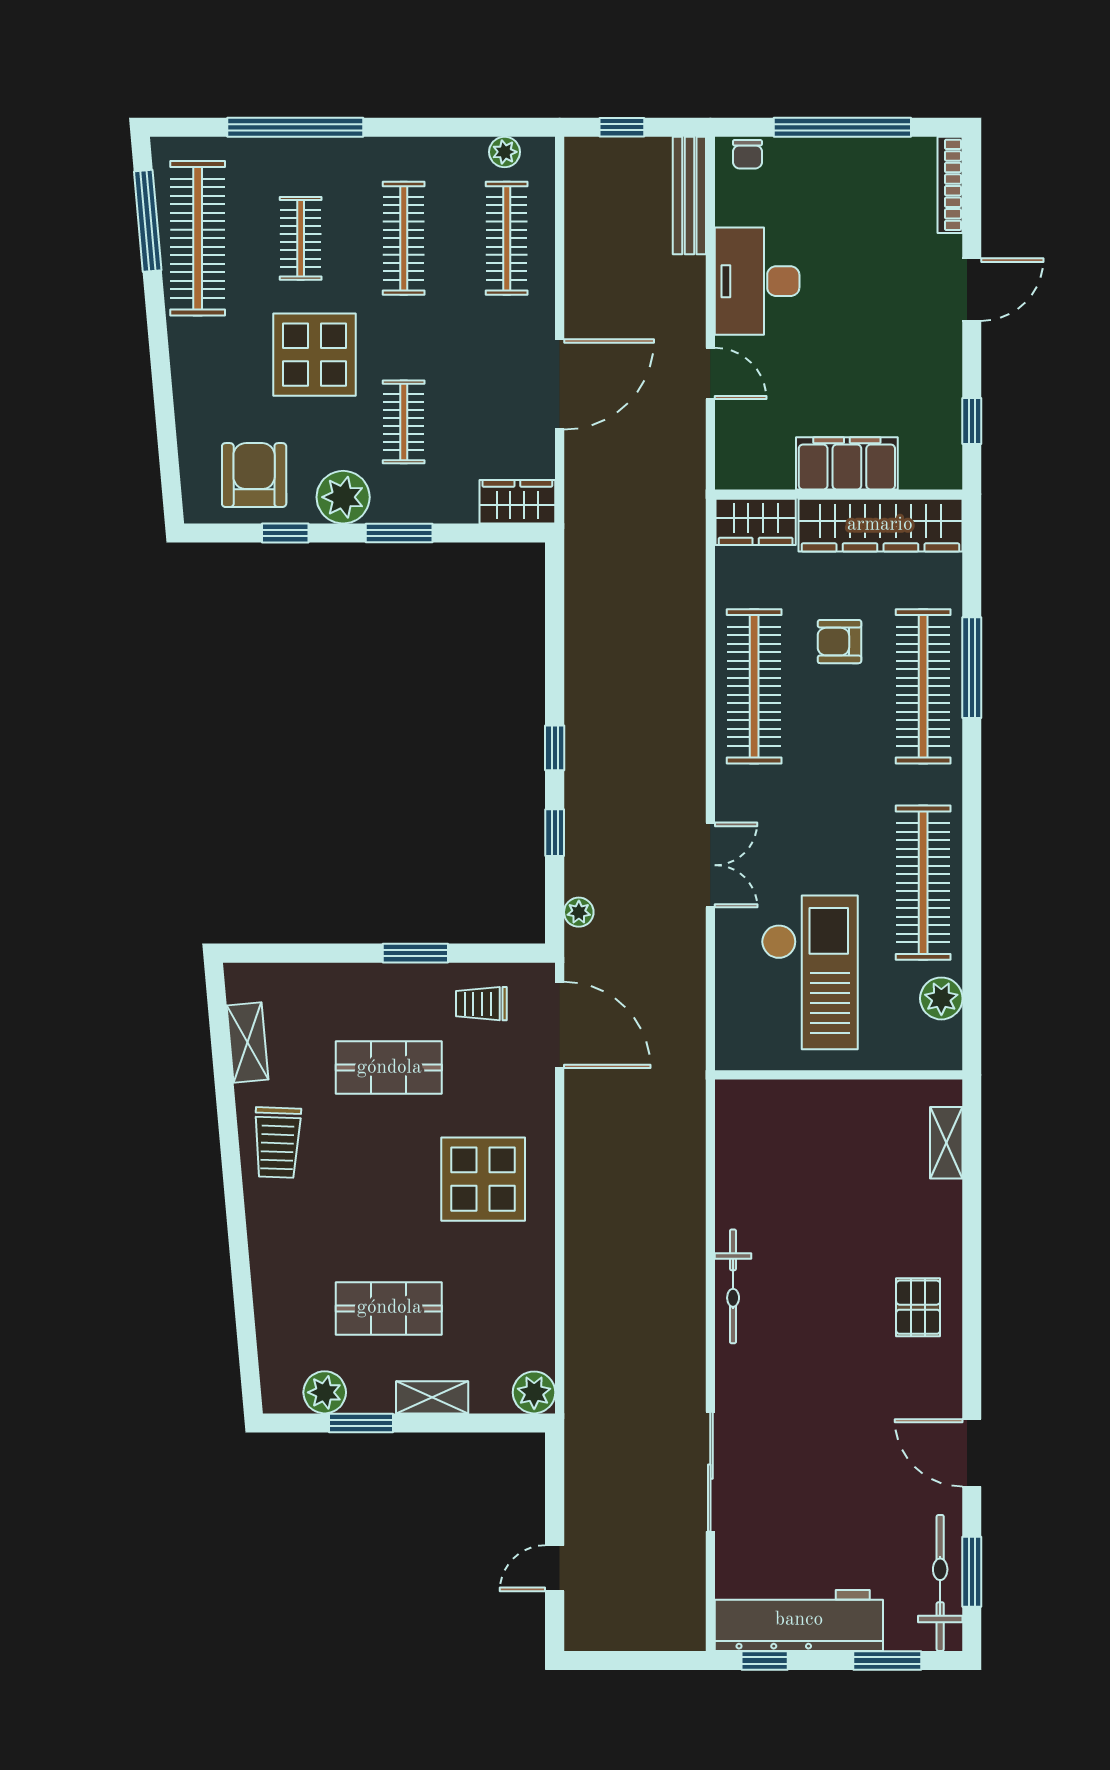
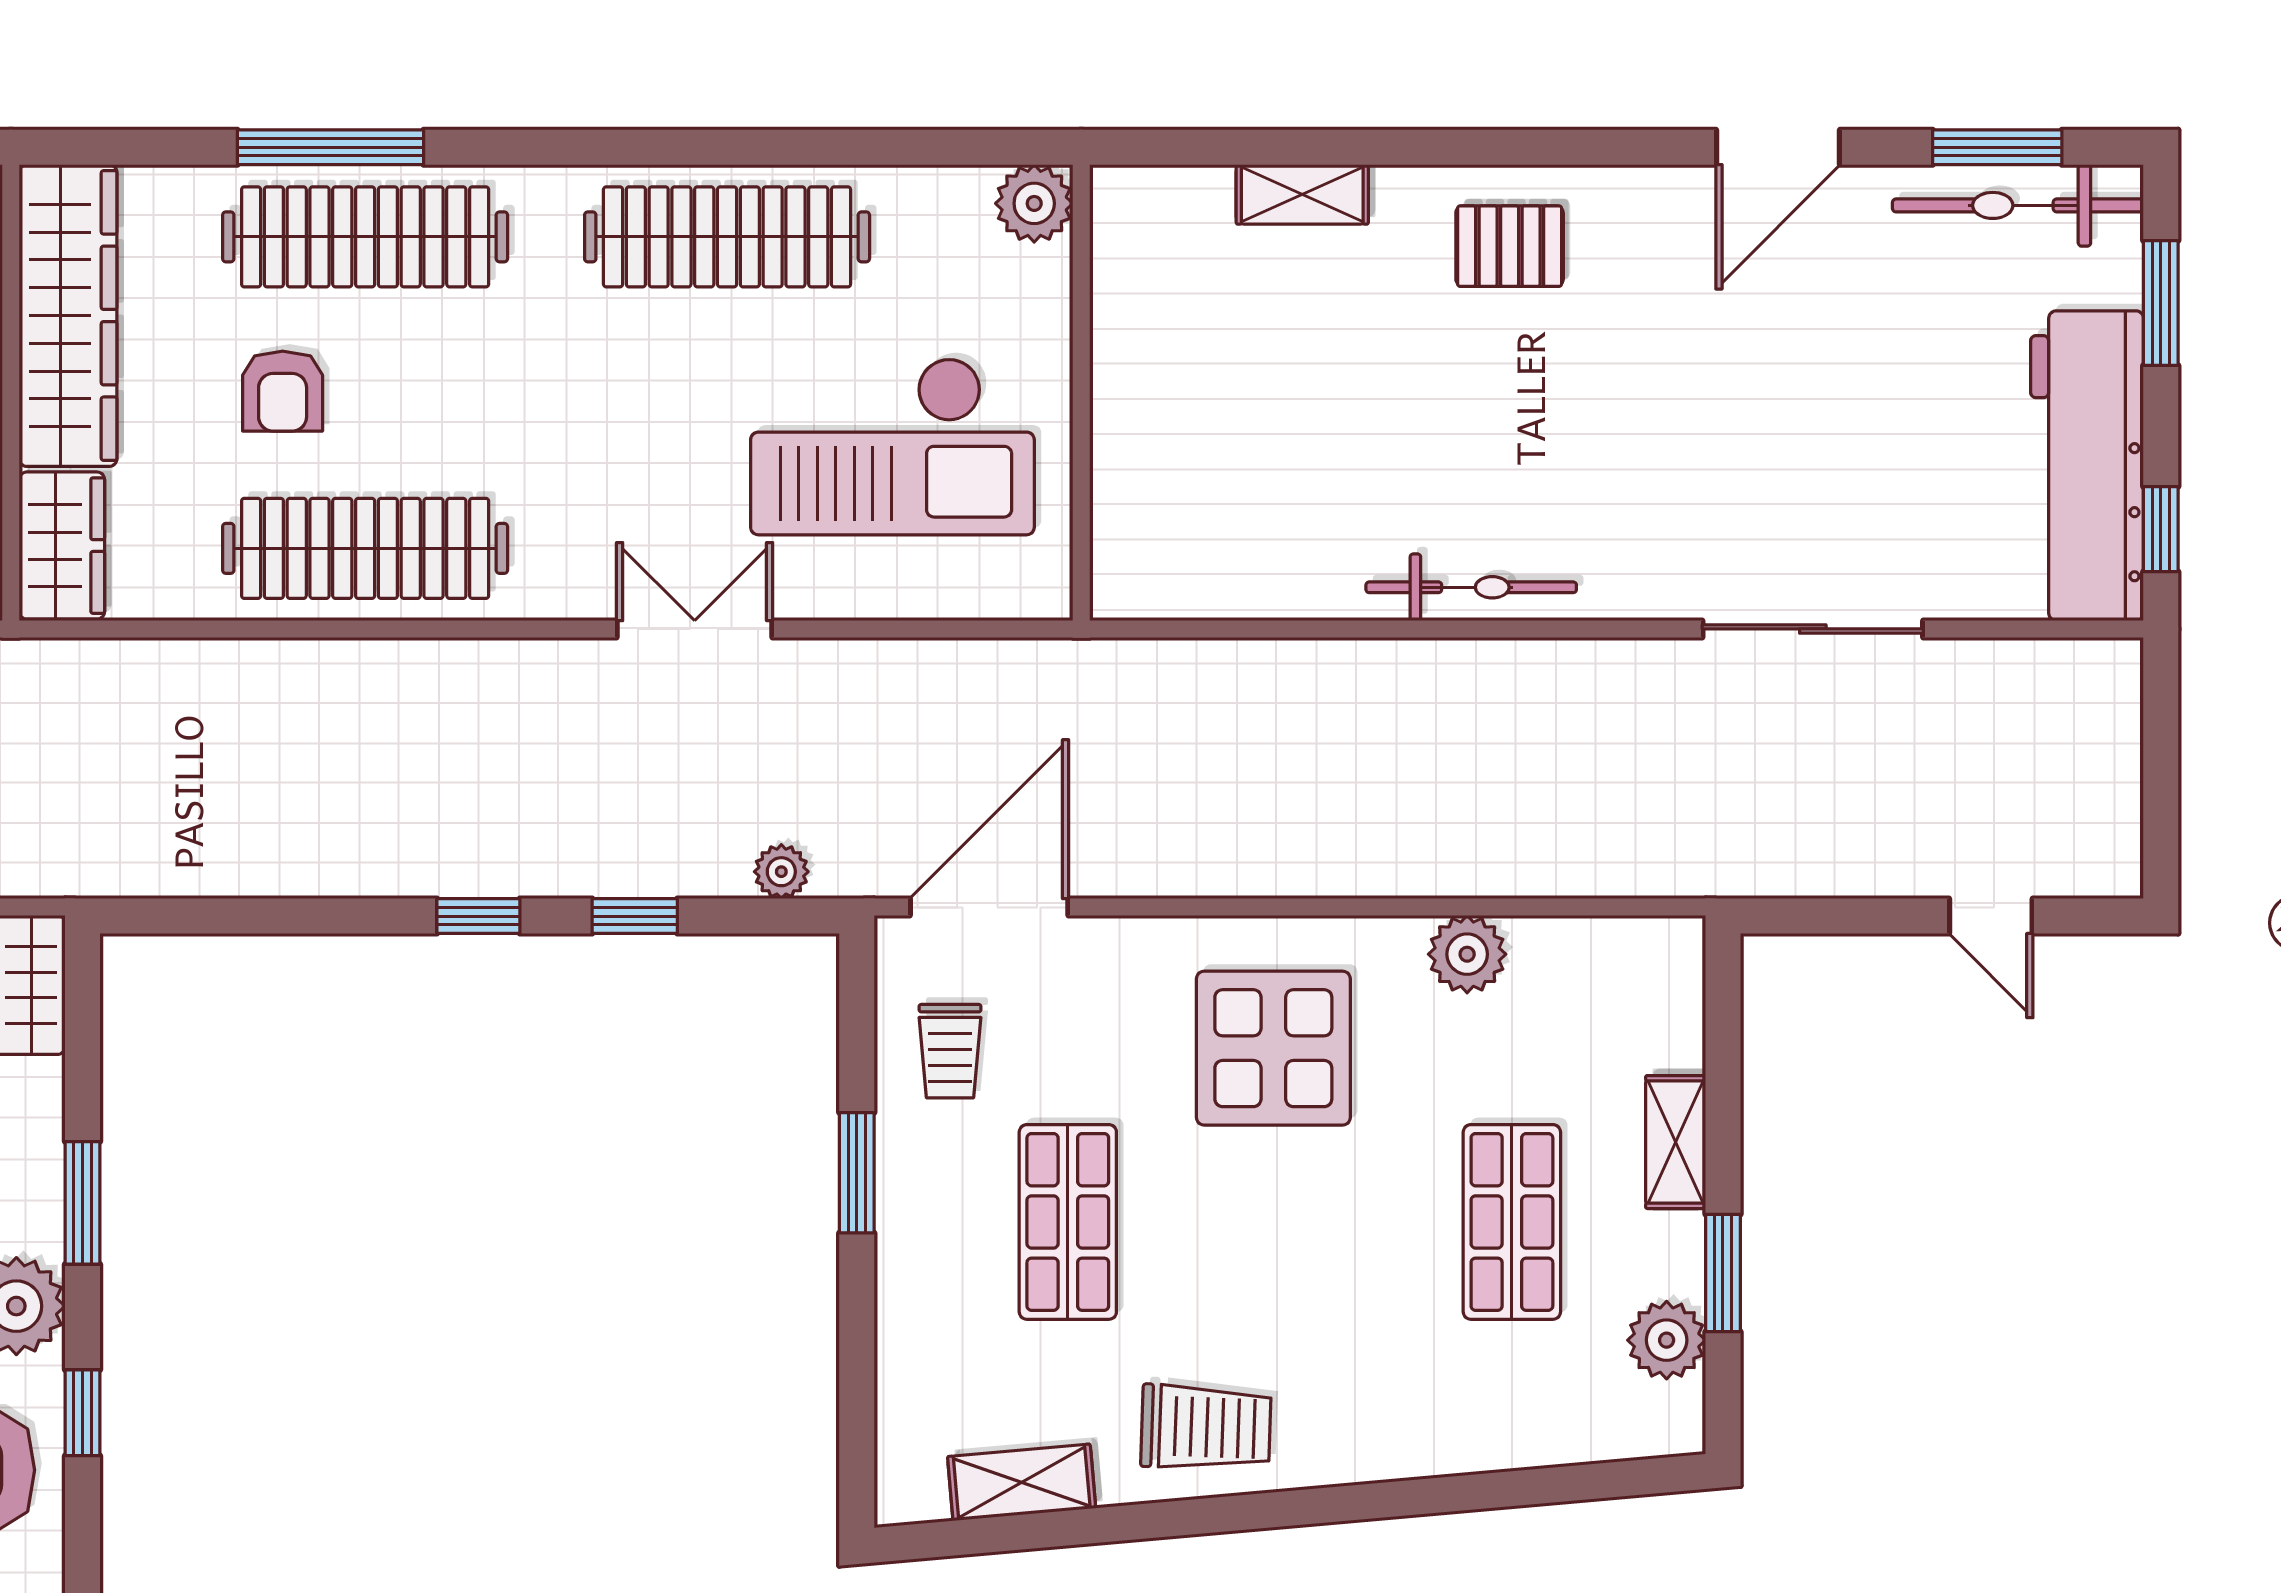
checkout: (810, 972) -> (892, 446), turned 180
plant: (941, 998) -> (1034, 203), moved
shelving: (946, 1143) -> (1302, 194), moved
plant: (534, 1392) -> (1467, 954), moved

